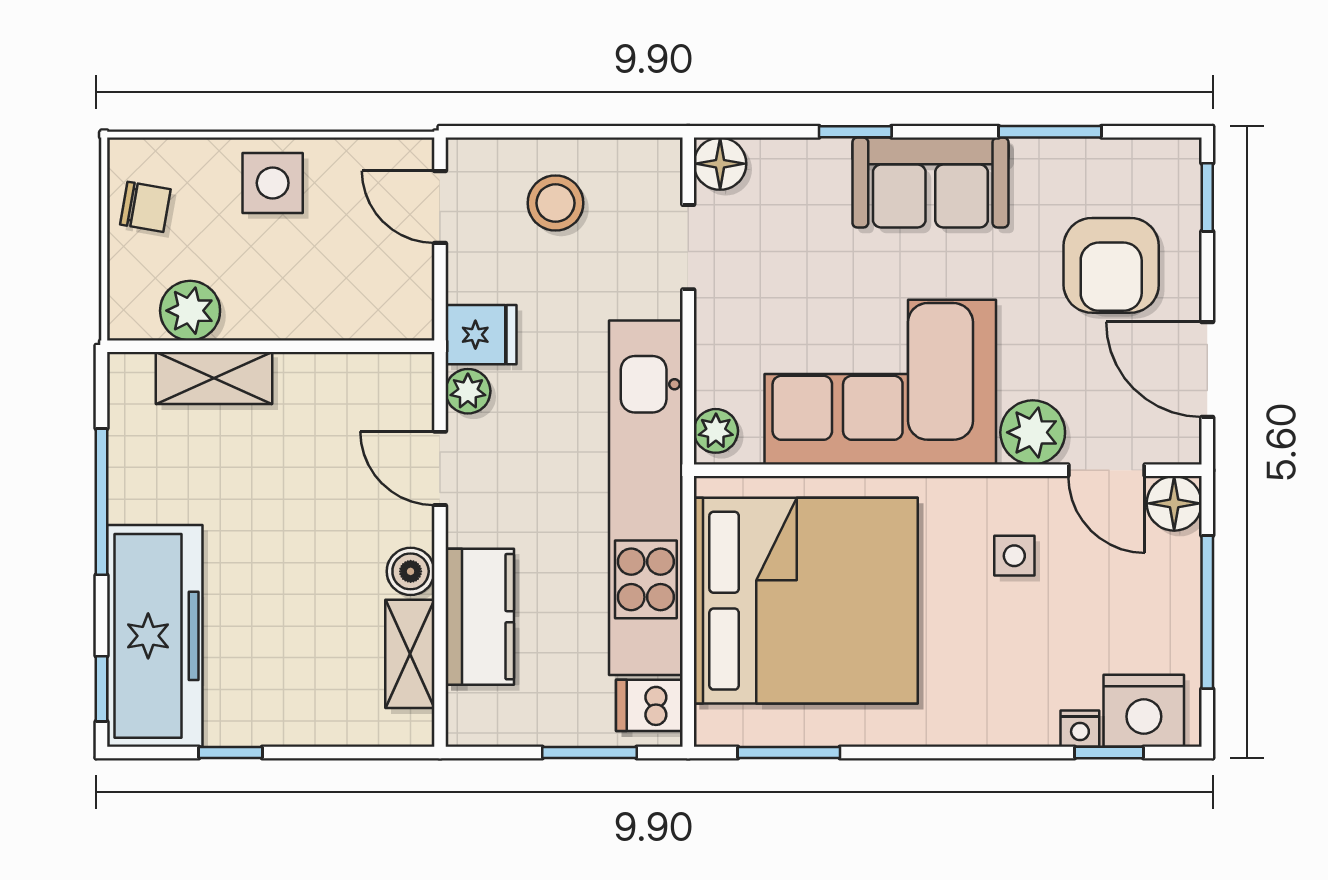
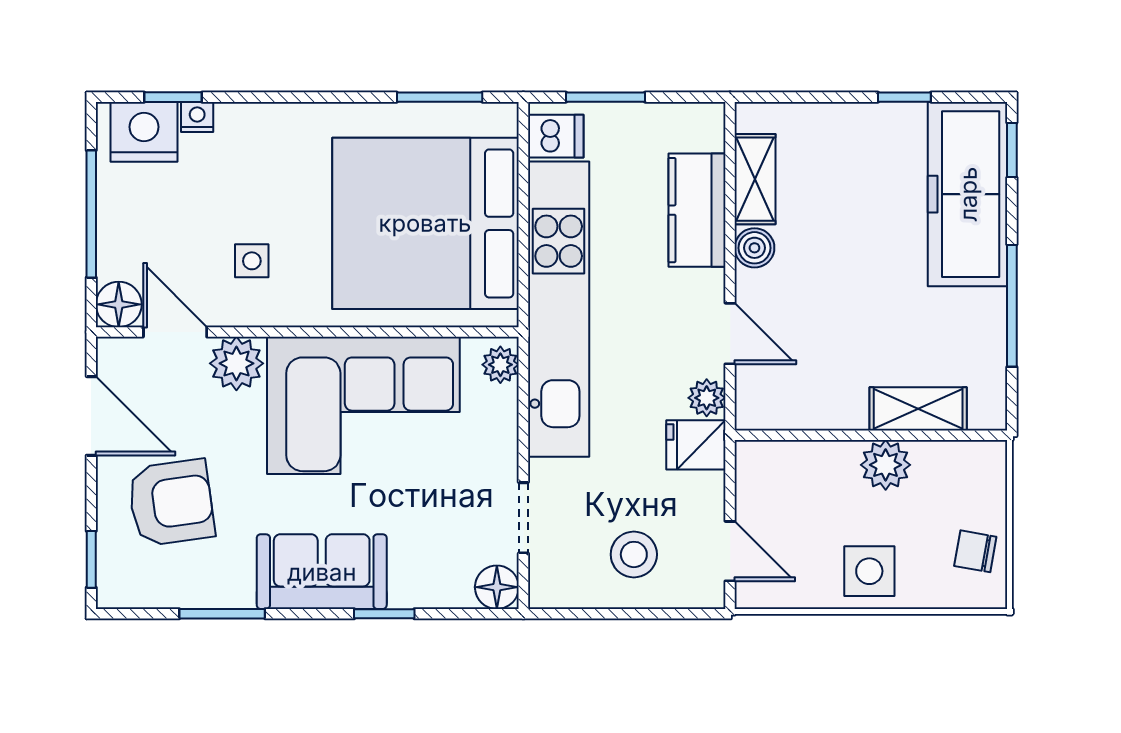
armchair: (1111, 265) -> (171, 503), turned 82
plant: (190, 311) -> (886, 465), moved

